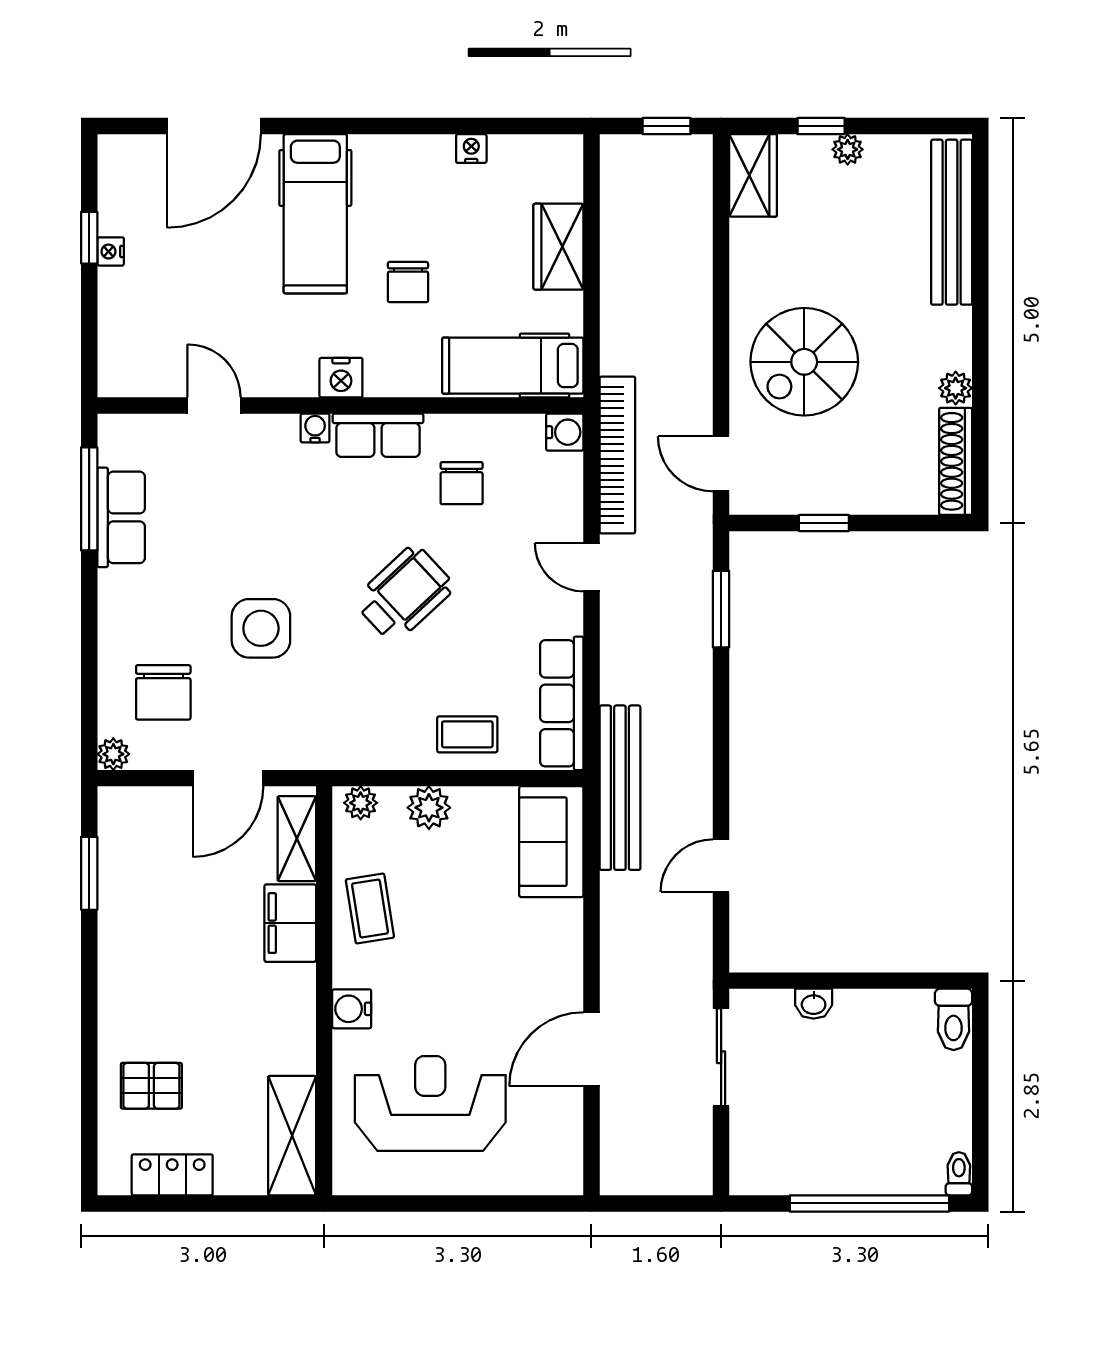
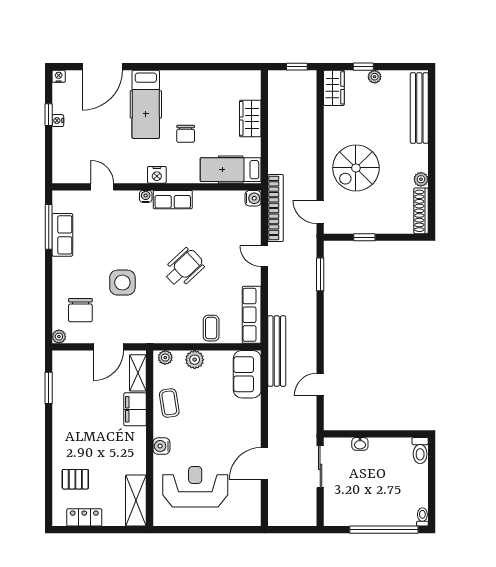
nightstand: (471, 149) -> (59, 76), moved
chair: (462, 483) -> (209, 220), removed
coffee table: (467, 734) -> (211, 328), turned 90

